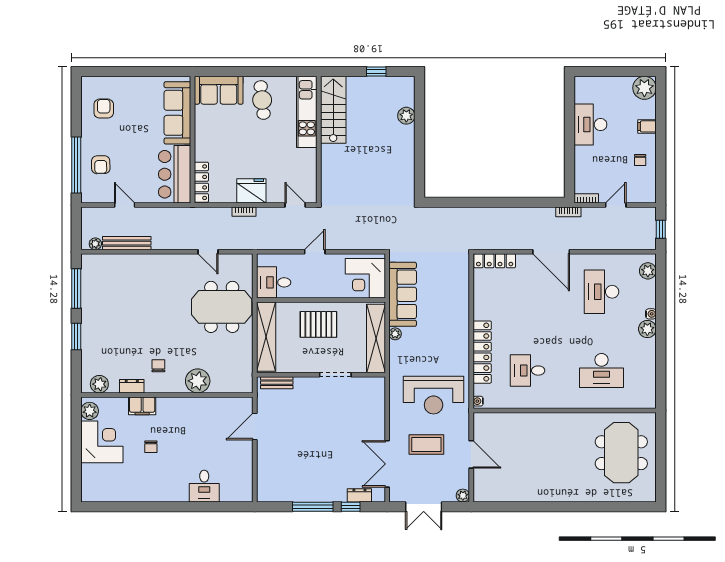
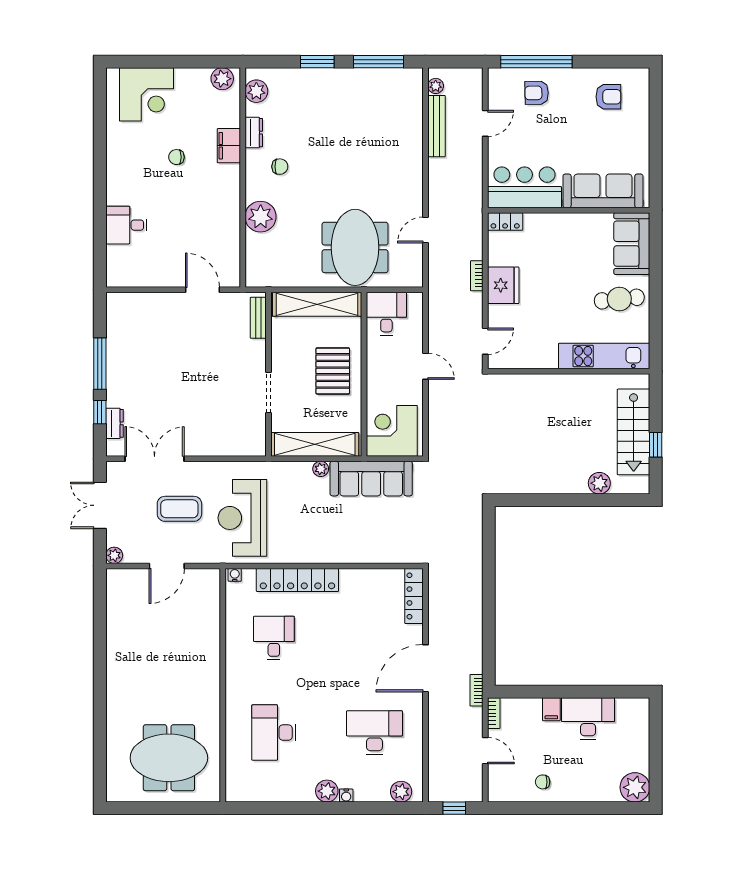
stairs: (333, 110) -> (634, 432), moved, turned 90
filing cabinet: (647, 126) -> (551, 709), moved, turned 180
locker: (201, 182) -> (505, 221), width x0.66
corner desk: (102, 442) -> (147, 94), moved
coffee table: (426, 444) -> (179, 509), turned 90

